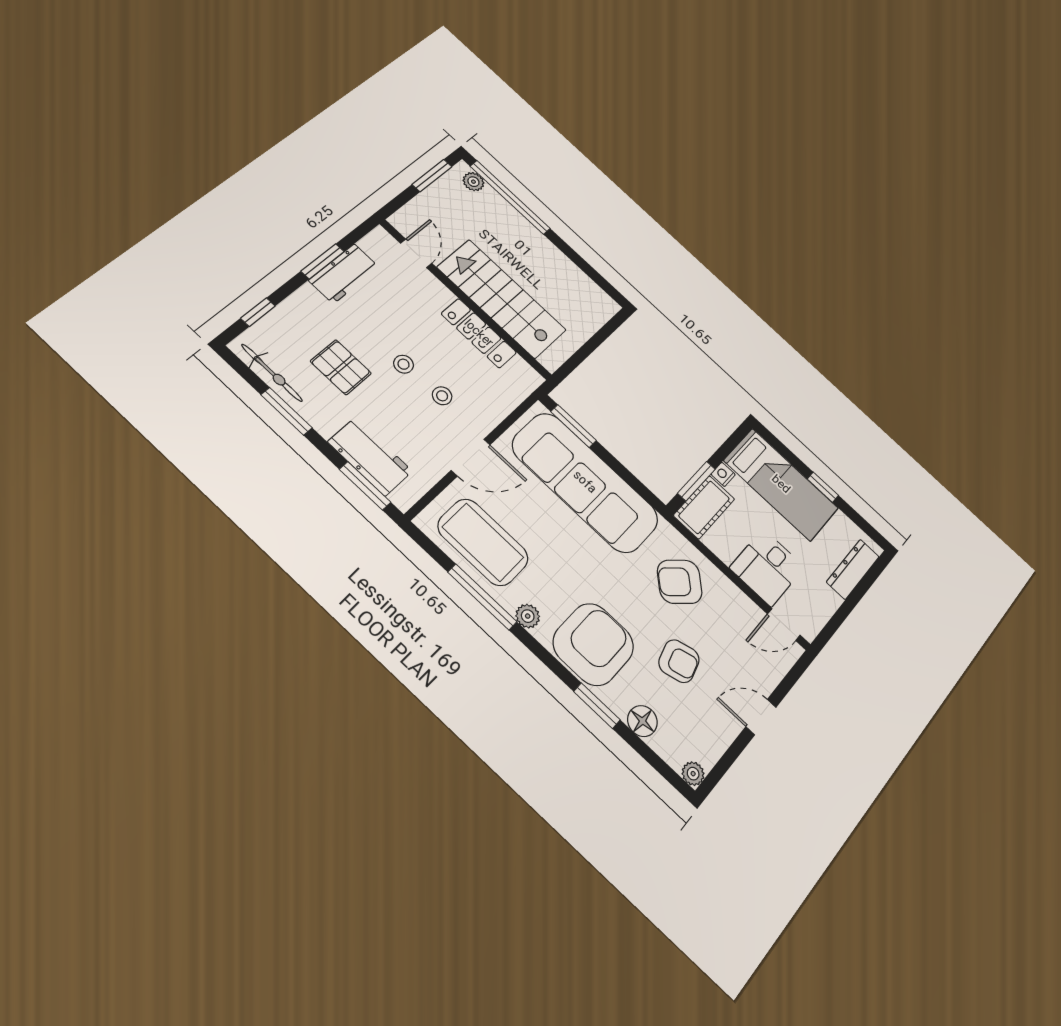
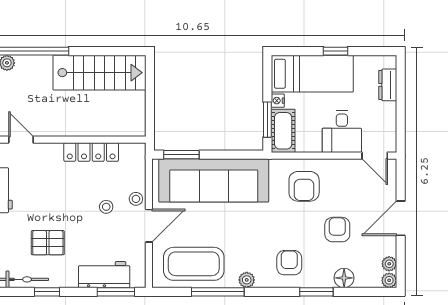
stairs: (502, 299) -> (100, 73), moved, turned 180
stool: (404, 364) -> (136, 199), moved
window: (287, 411) -> (47, 292), width x0.67
dresser: (853, 569) -> (388, 85), width x0.70
armchair: (680, 582) -> (304, 186), turned -44
door: (784, 625) -> (375, 156), hinge flipped
armchair: (593, 644) -> (289, 263), width x0.53, depth x0.53
armchair: (679, 661) -> (337, 230), turned -75
door: (761, 717) -> (401, 218), width x1.38
plant: (708, 755) -> (389, 264), added

